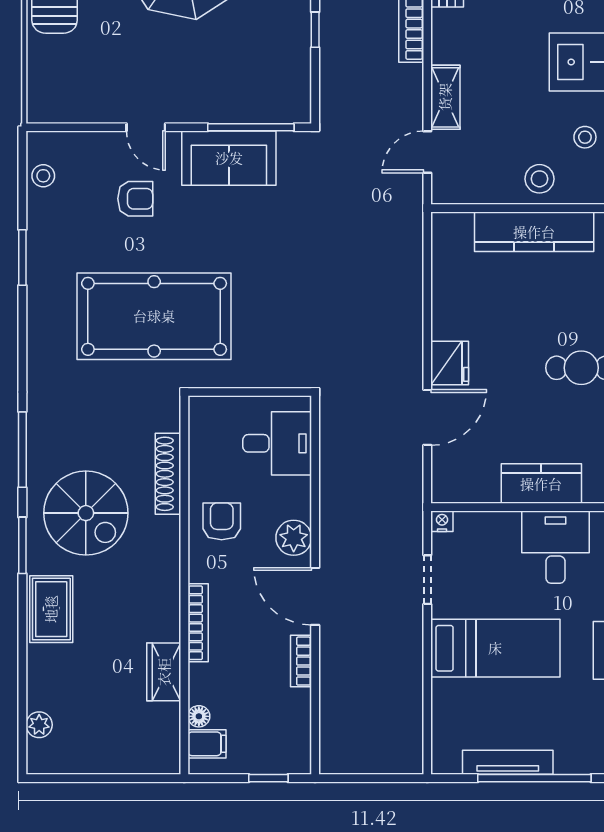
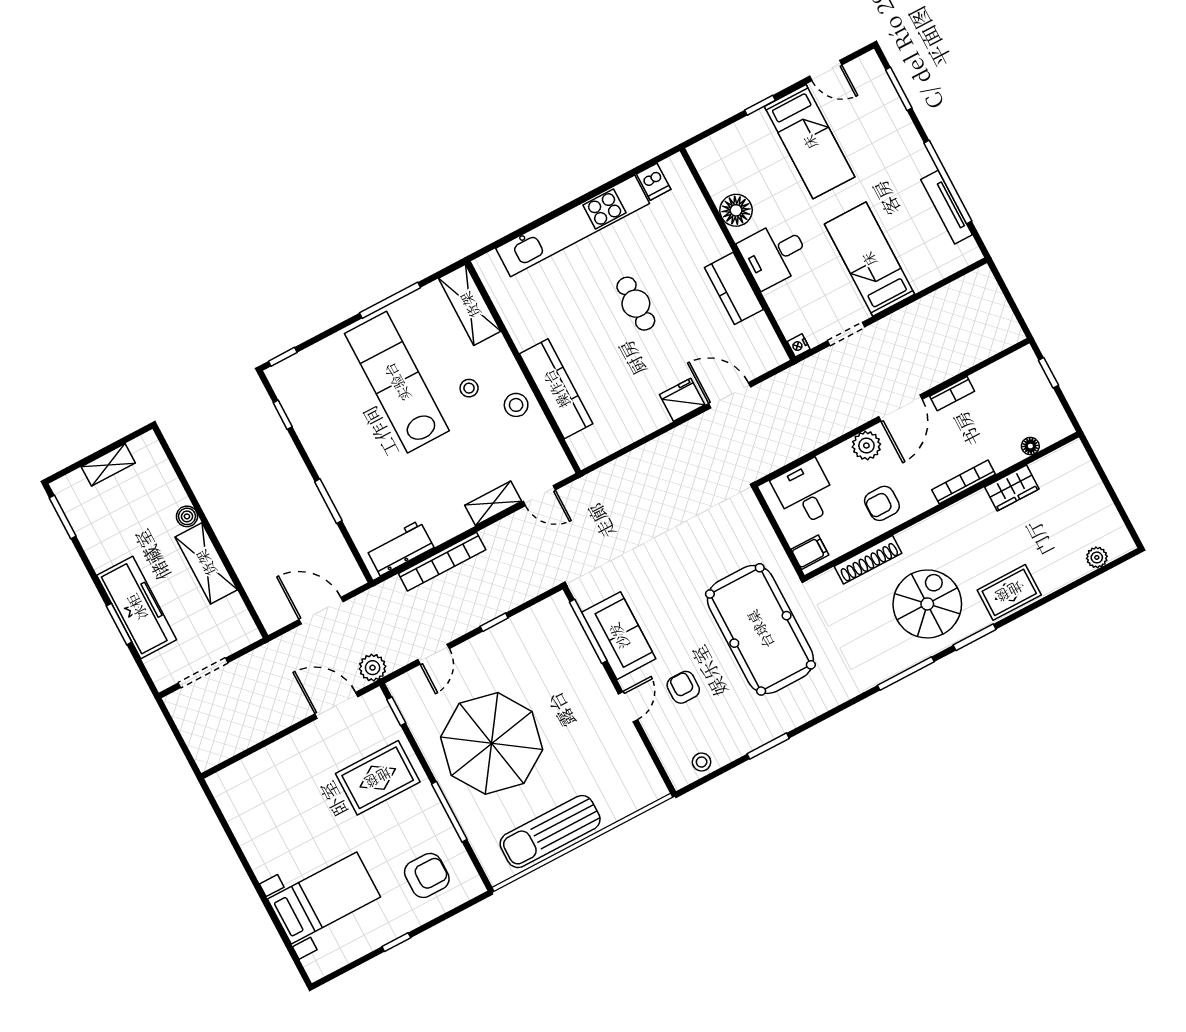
filing cabinet: (207, 744) -> (810, 552), moved, turned 90

